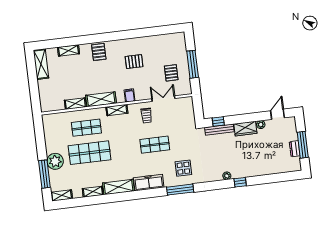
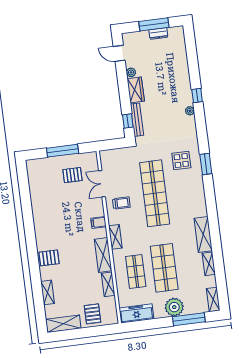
pallet: (134, 62) -> (93, 314), moved
shop shelf: (155, 145) -> (155, 193), width x2.00, depth x1.36
freezer: (149, 183) -> (136, 313), moved, turned 90
window: (180, 190) -> (206, 164), width x0.69

